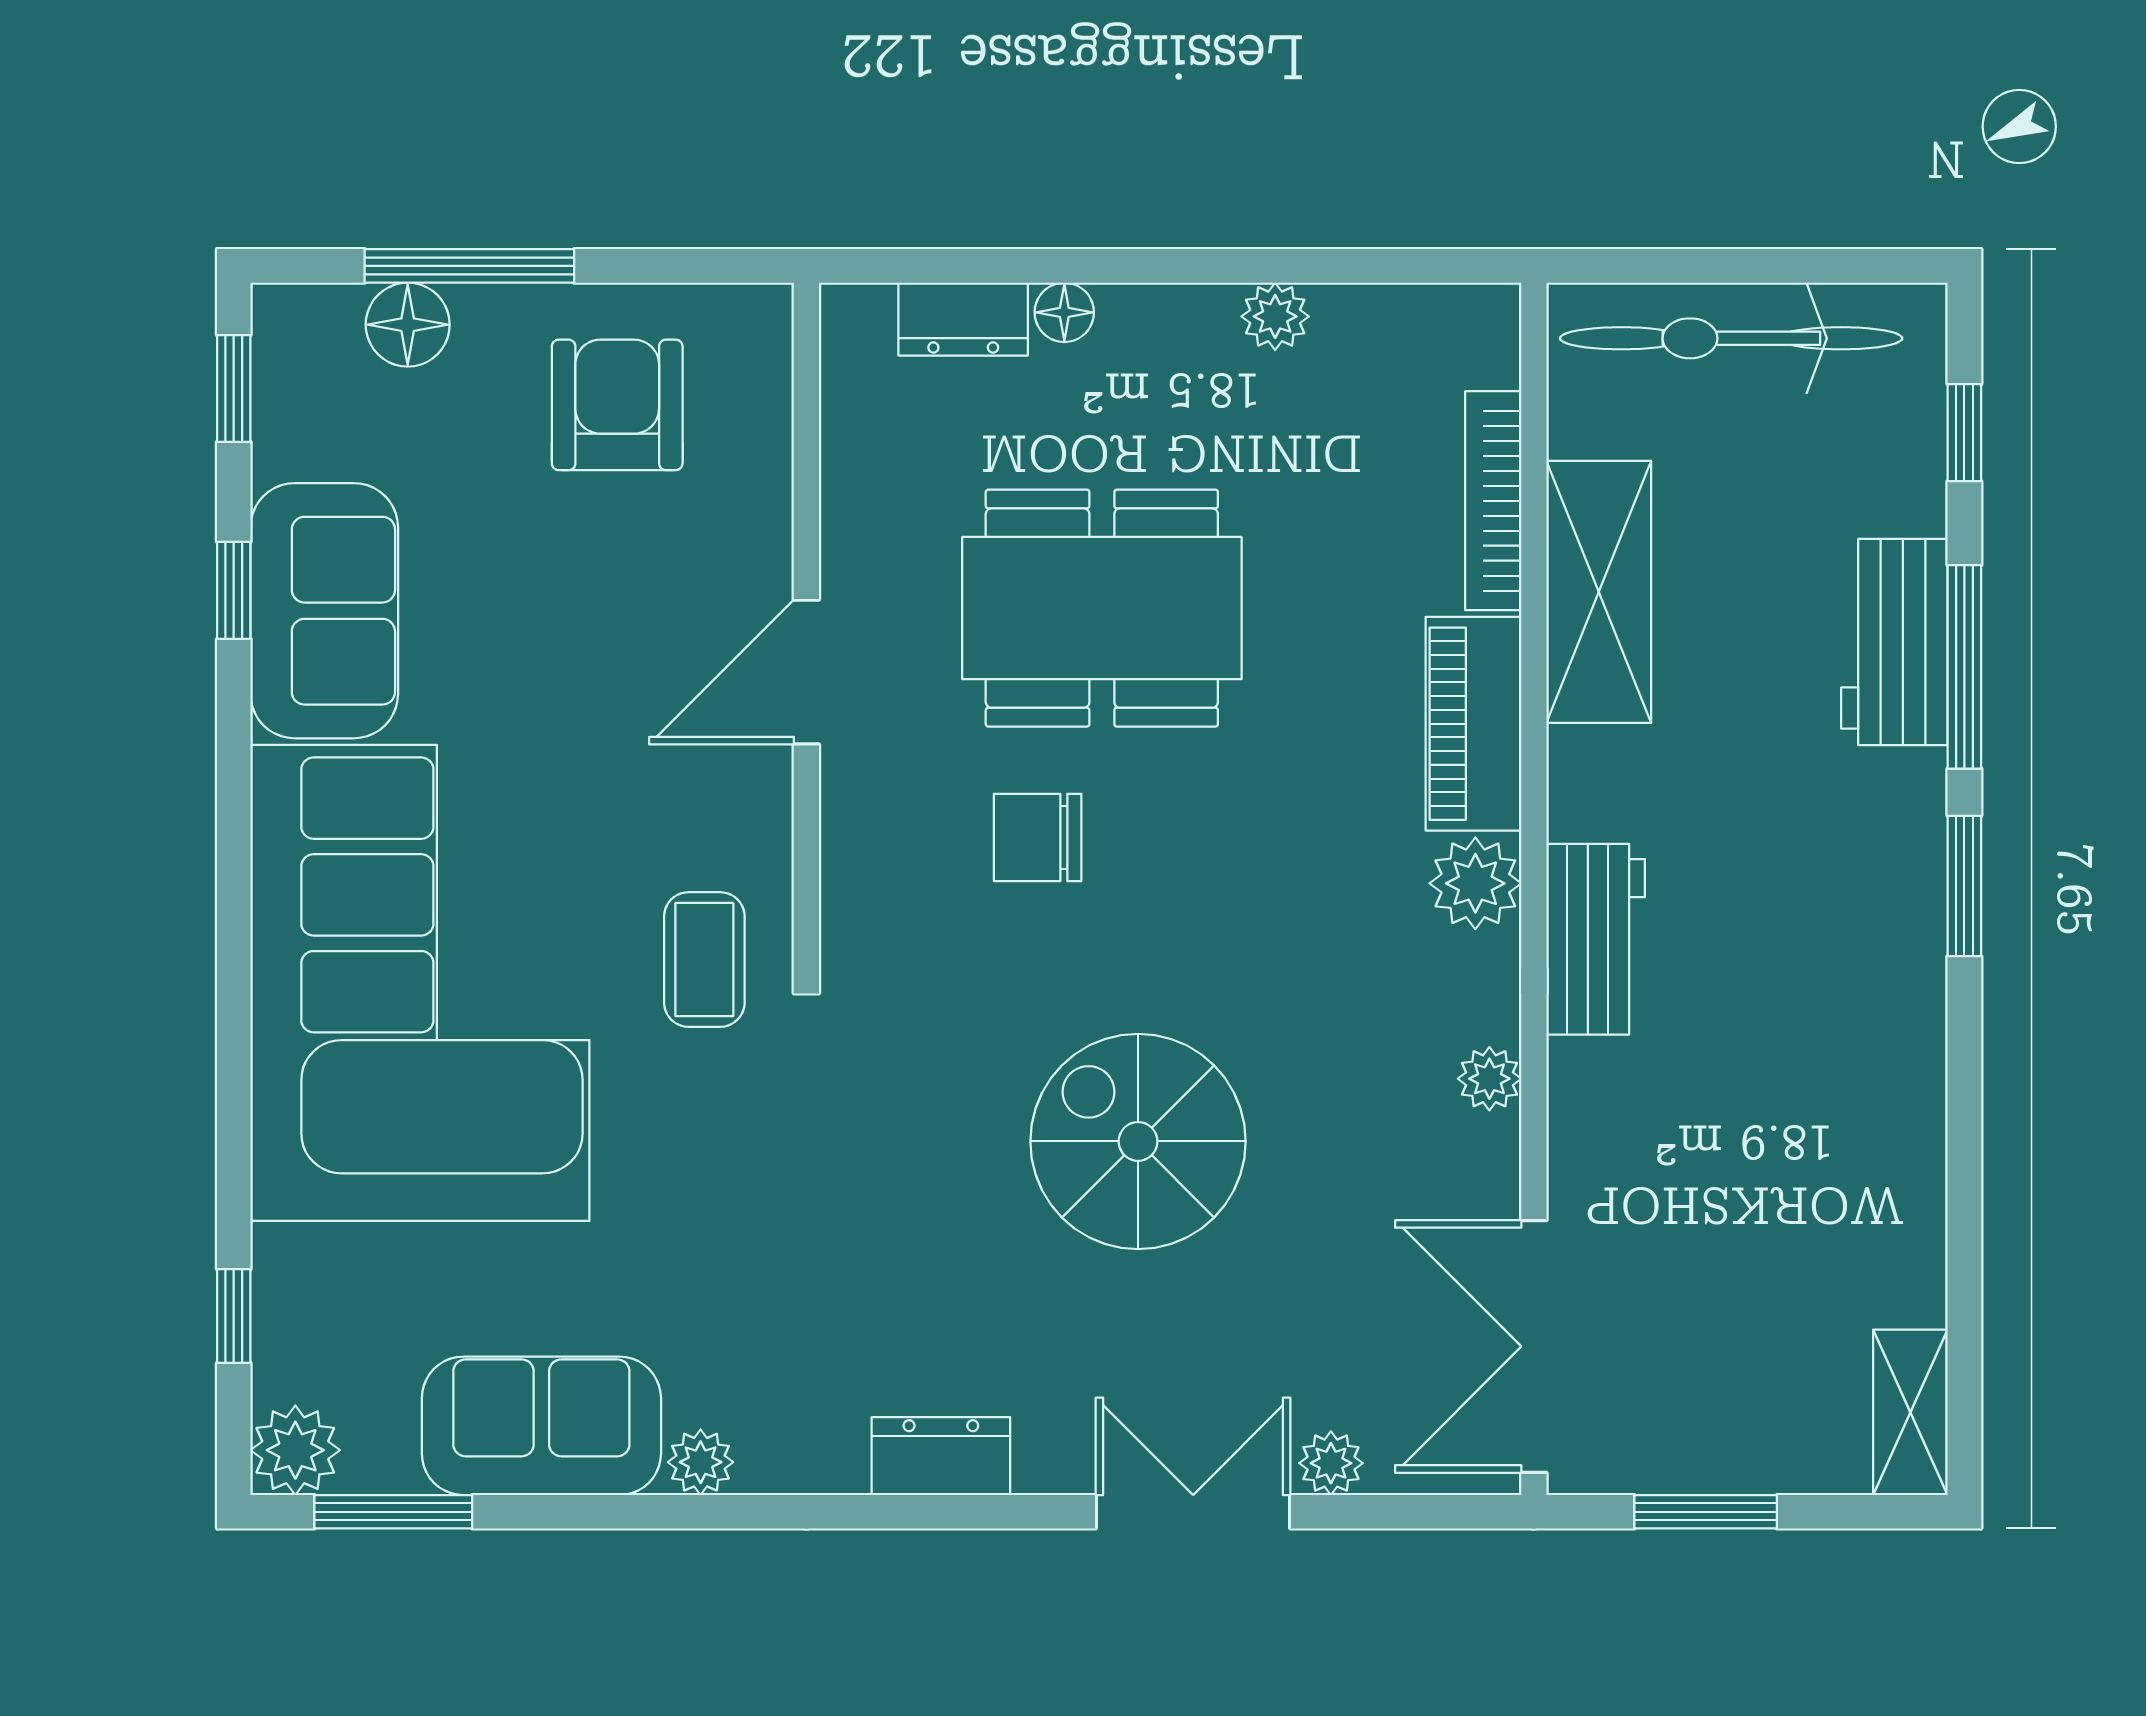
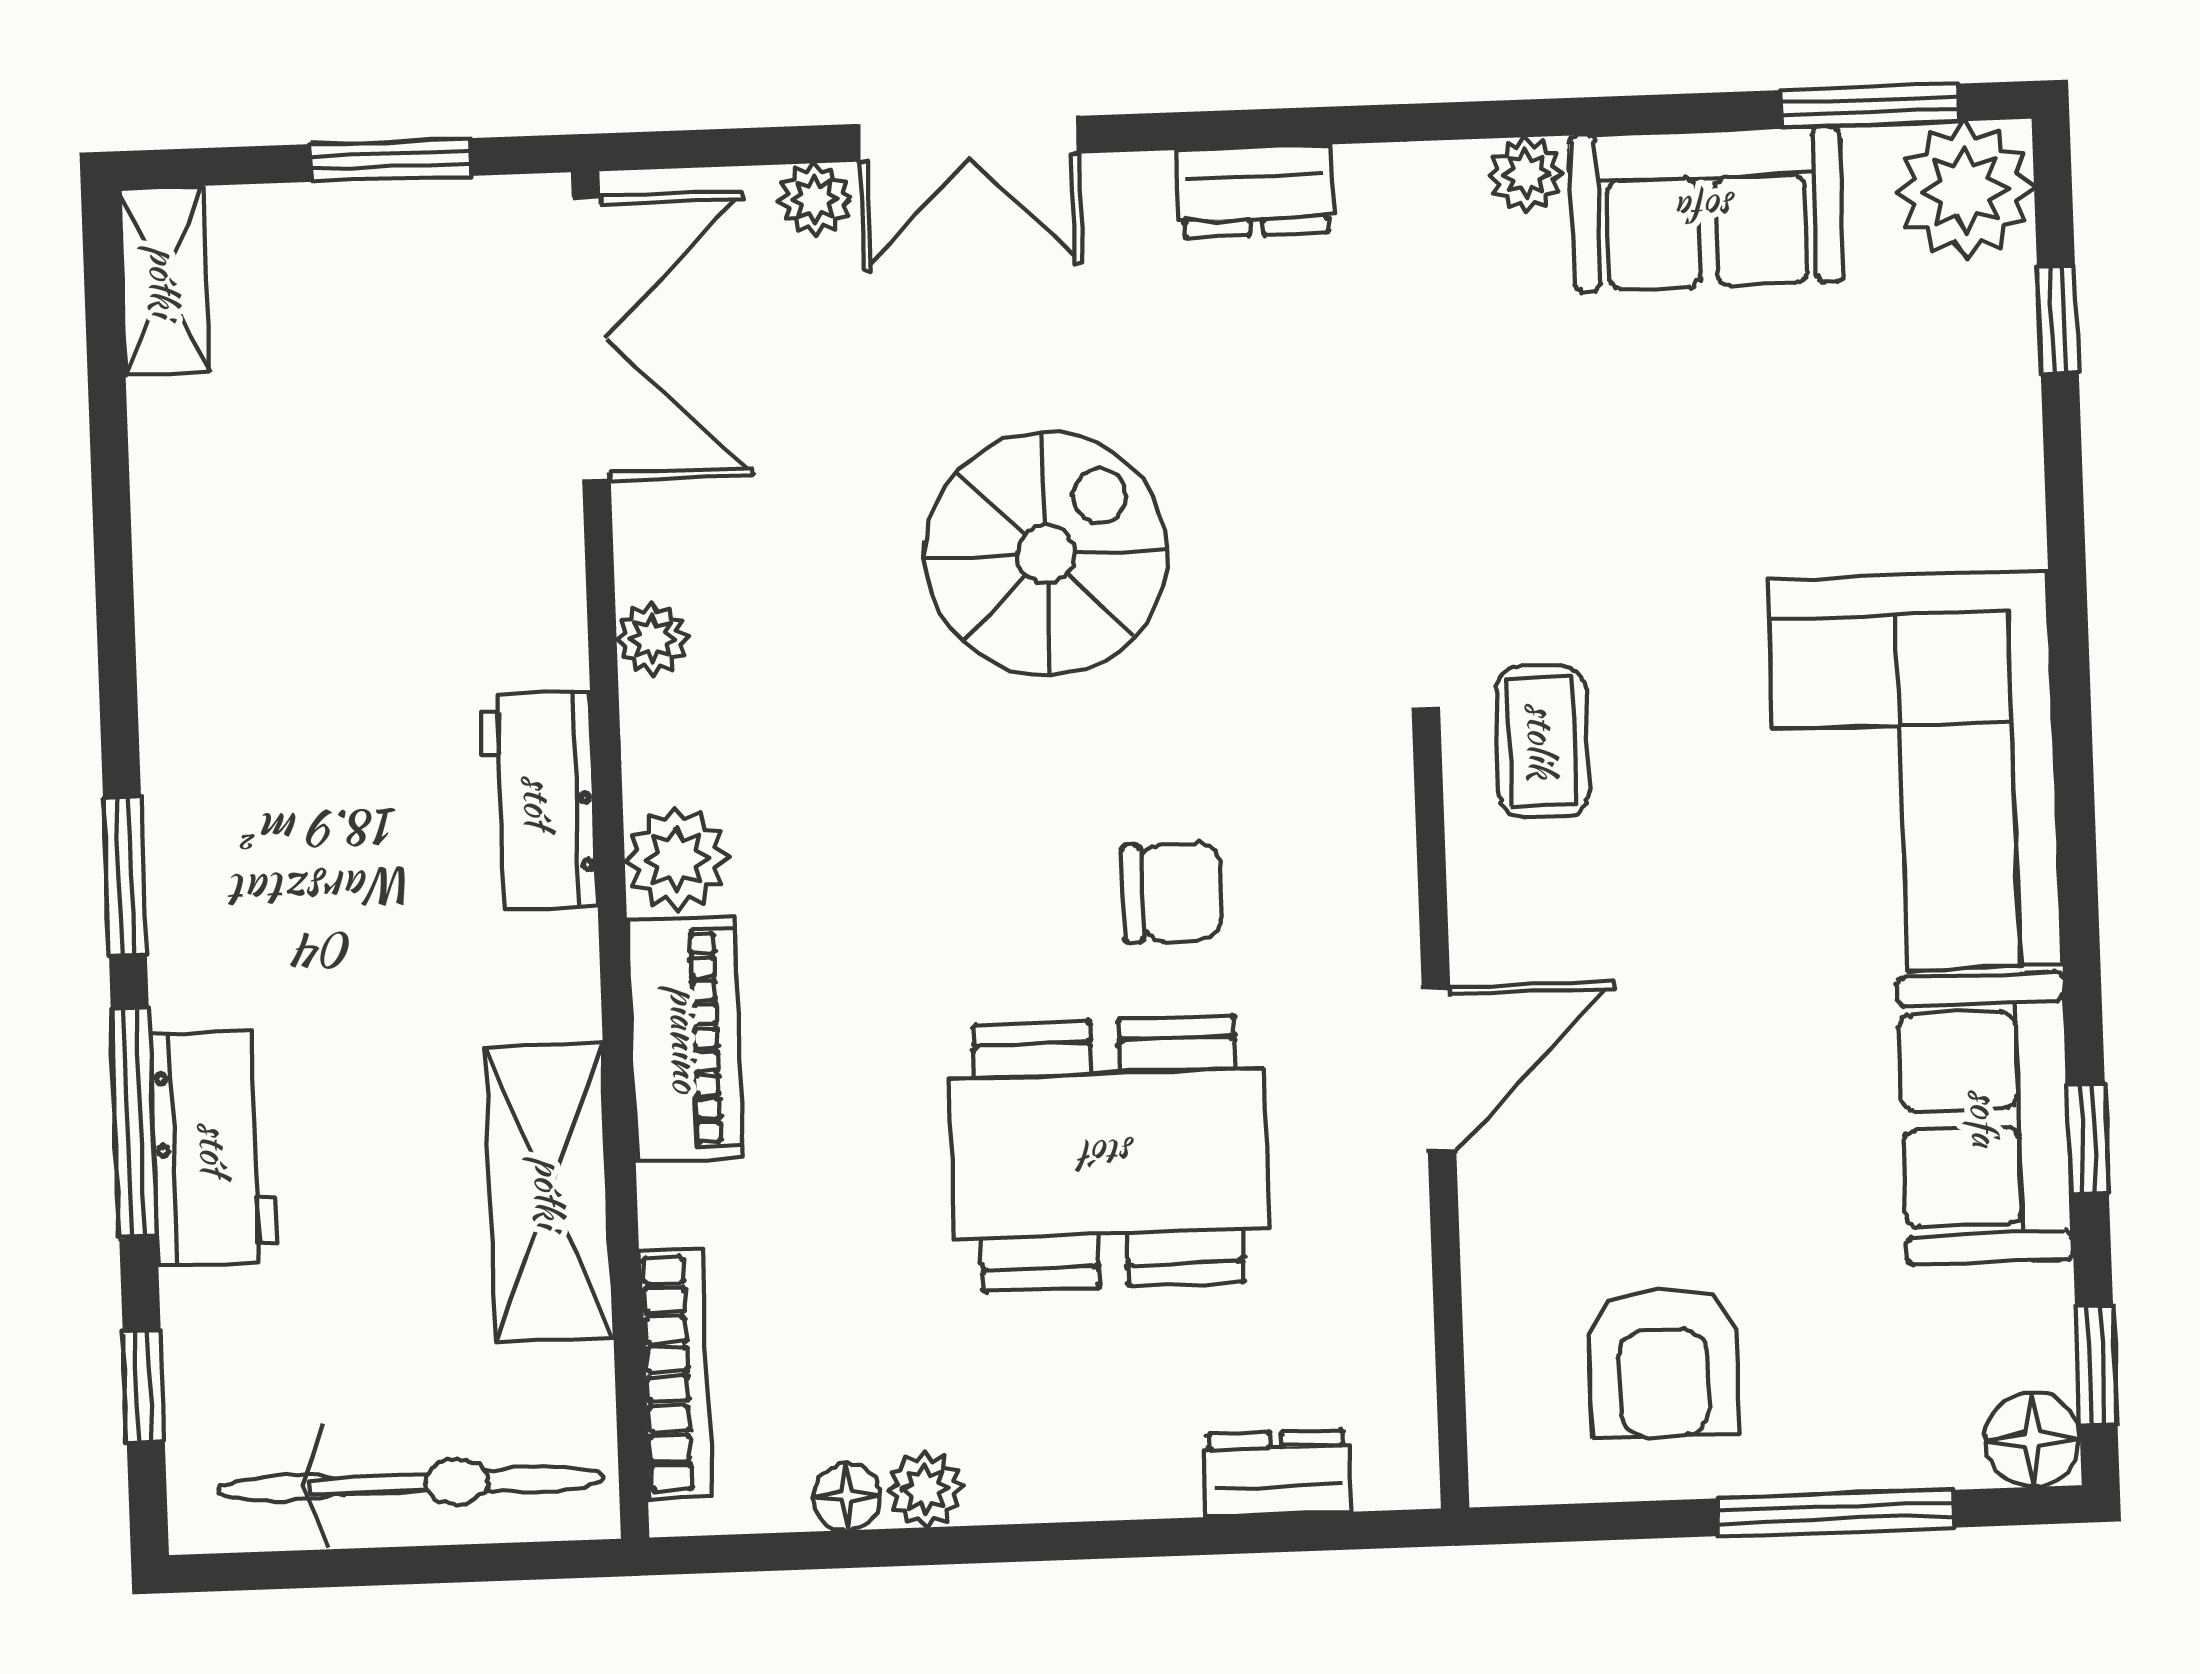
floor lamp: (1064, 312) -> (847, 1497), moved
floor lamp: (408, 325) -> (2033, 1439), moved
bookcase: (1493, 501) -> (675, 1374), moved
corner sofa: (420, 983) -> (1915, 772), width x0.73, depth x0.74
spiral stairs: (1138, 1141) -> (1046, 554), turned -90
plant: (295, 1450) -> (1965, 190), width x1.36, depth x1.36

